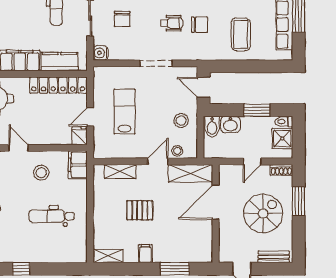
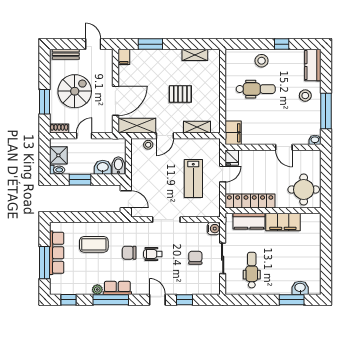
coffee table: (241, 34) -> (94, 244), turned 90
stool: (181, 121) -> (145, 171), removed
stool: (41, 173) -> (262, 61), moved
spiral stairs: (263, 214) -> (75, 91), turned 180
filing cabinet: (145, 254) -> (124, 57), moved
shelving: (108, 256) -> (195, 55), moved

